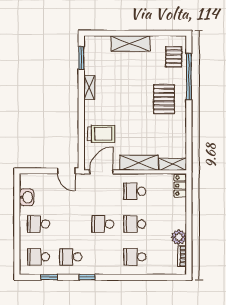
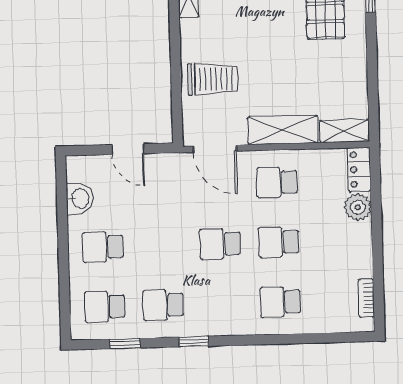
door: (66, 171) -> (128, 149), moved
door: (101, 172) -> (215, 149), swing flipped
plant: (179, 237) -> (358, 207), moved

